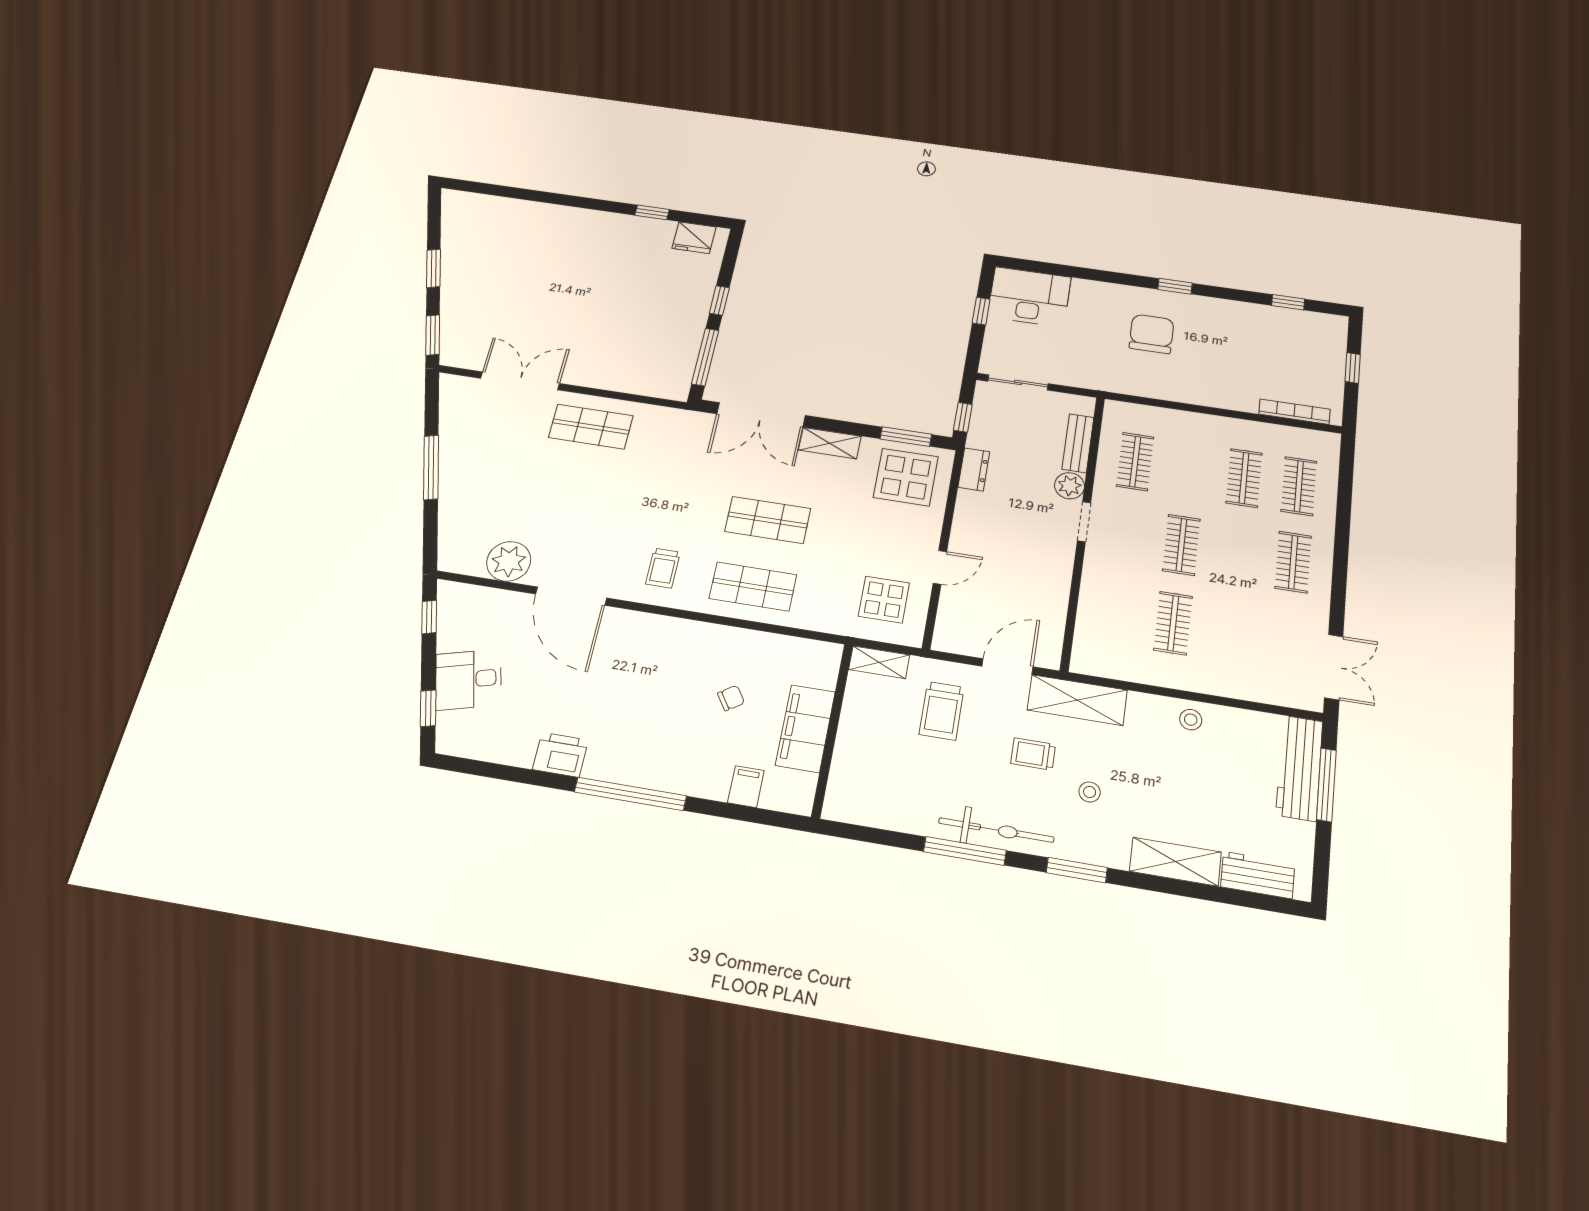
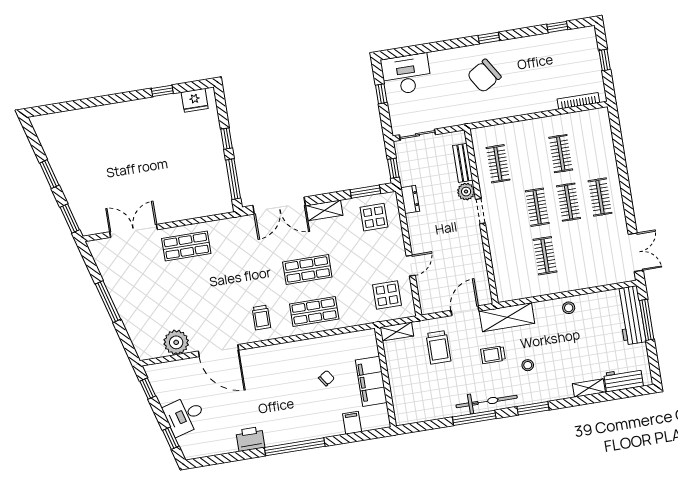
chair: (1152, 334) -> (484, 76), turned -122
display table: (906, 477) -> (374, 217), width x0.73, depth x0.73
clothes rail: (1299, 486) -> (569, 202), moved
shelving: (1175, 862) -> (589, 388), width x0.67, depth x0.75

